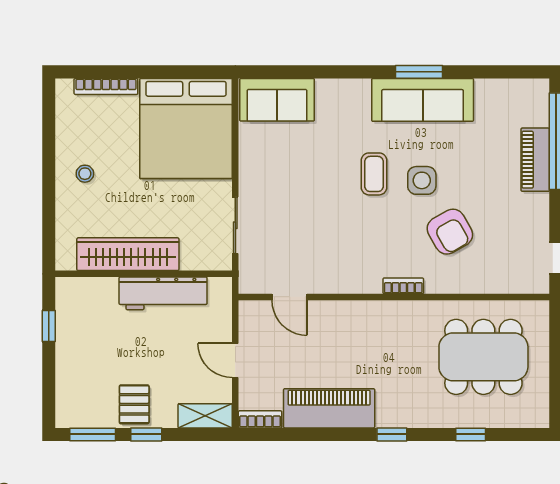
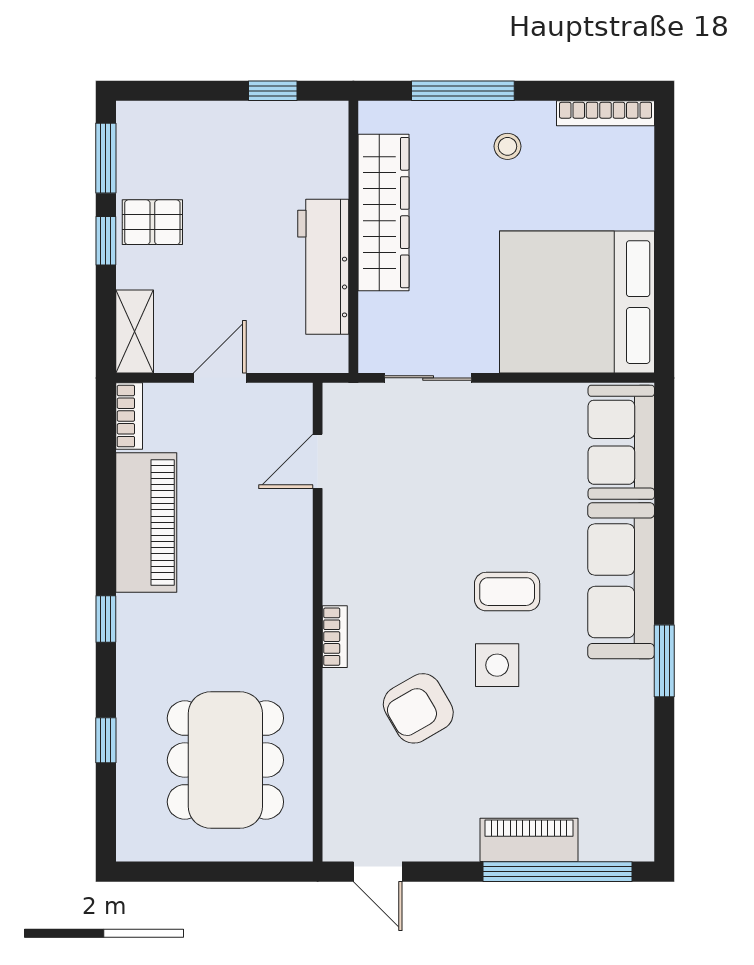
bookcase: (106, 86) -> (606, 113), moved, turned -90
sofa: (423, 100) -> (621, 581), moved
window: (49, 203) -> (463, 91), added

